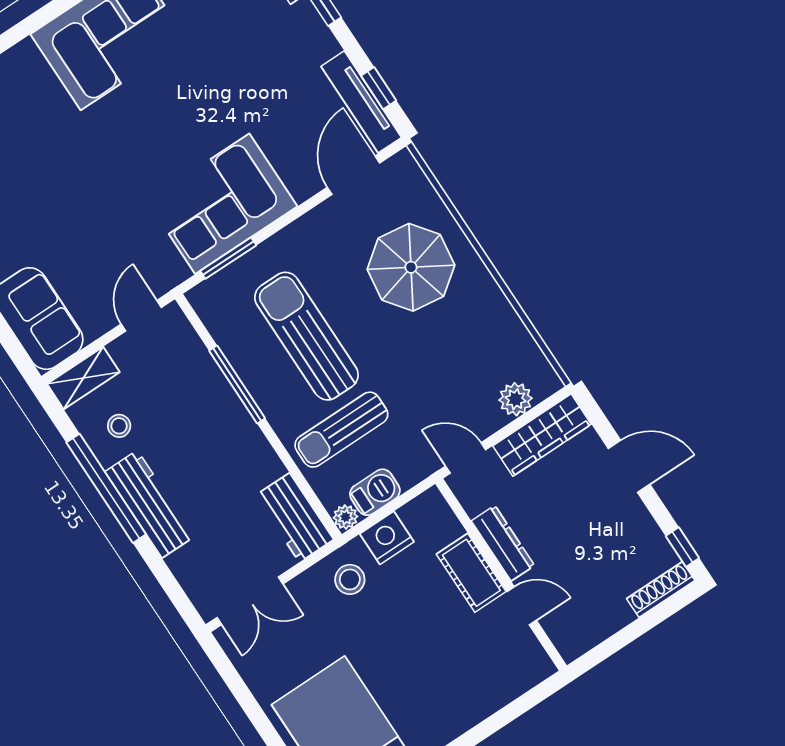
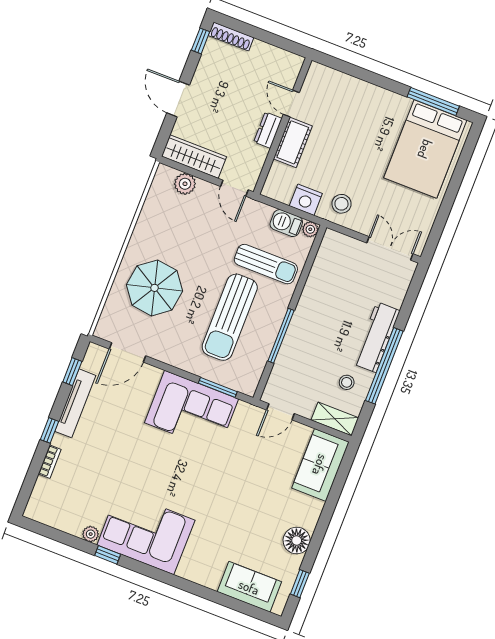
tv unit: (361, 102) -> (75, 403), moved
workbench: (294, 517) -> (329, 256), removed
dresser: (503, 543) -> (268, 130), width x0.70

